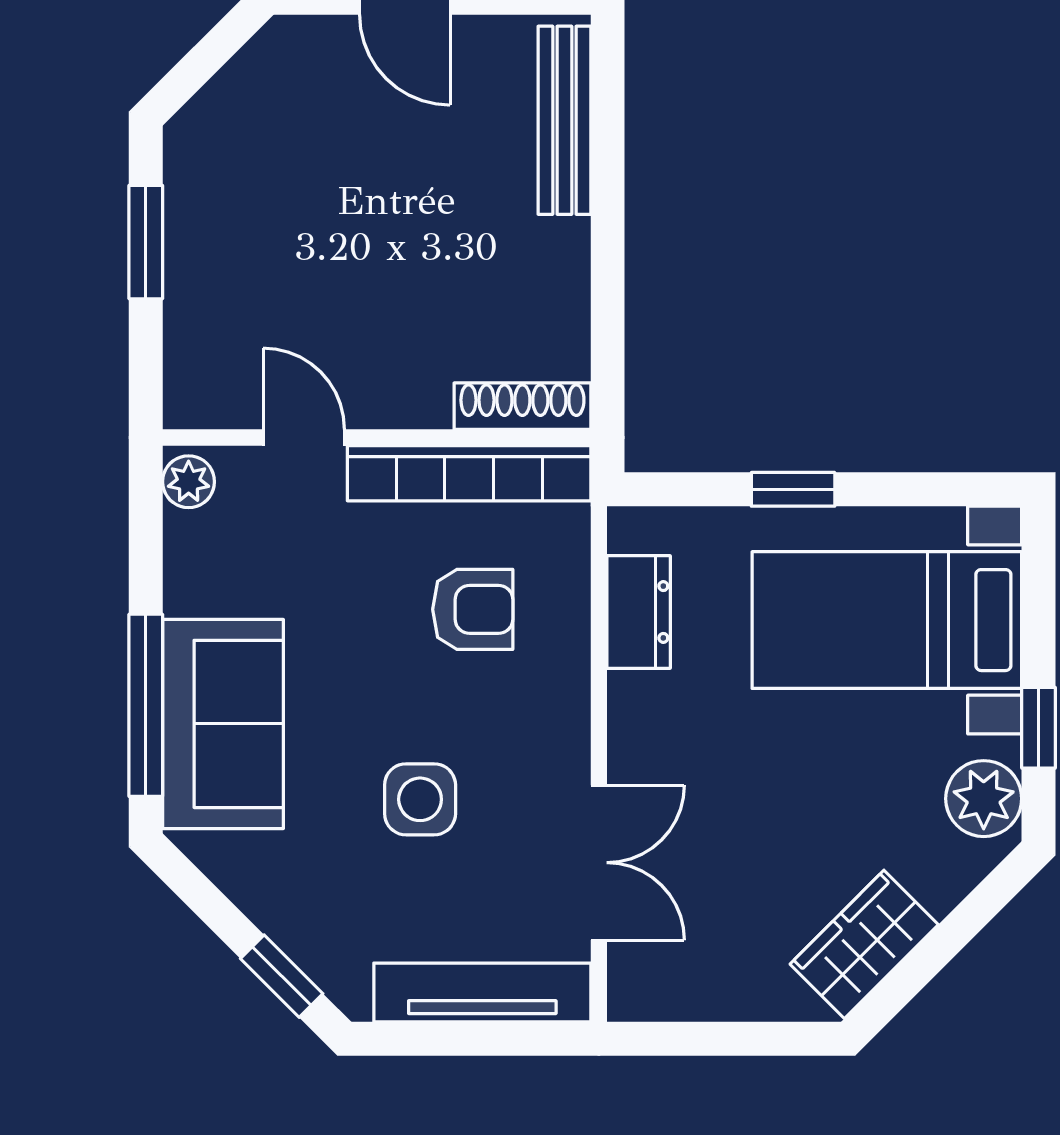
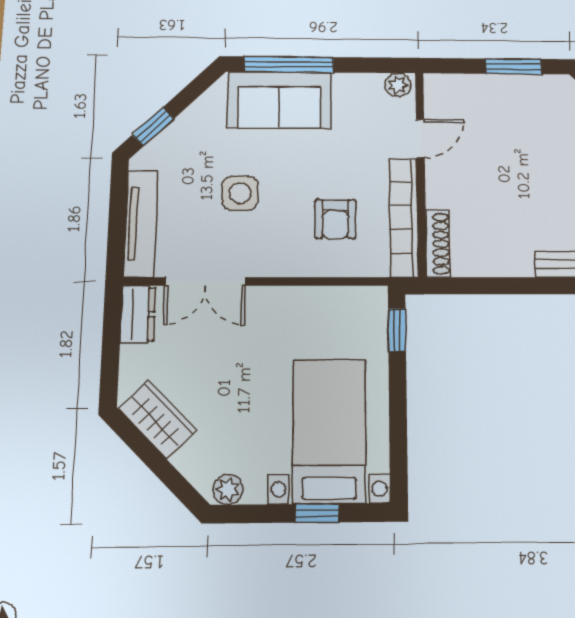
window: (793, 489) -> (397, 330), moved
dresser: (639, 612) -> (138, 314), moved, turned -90
window: (1038, 728) -> (317, 513), moved
plant: (984, 799) -> (228, 489), width x0.73, depth x0.73

